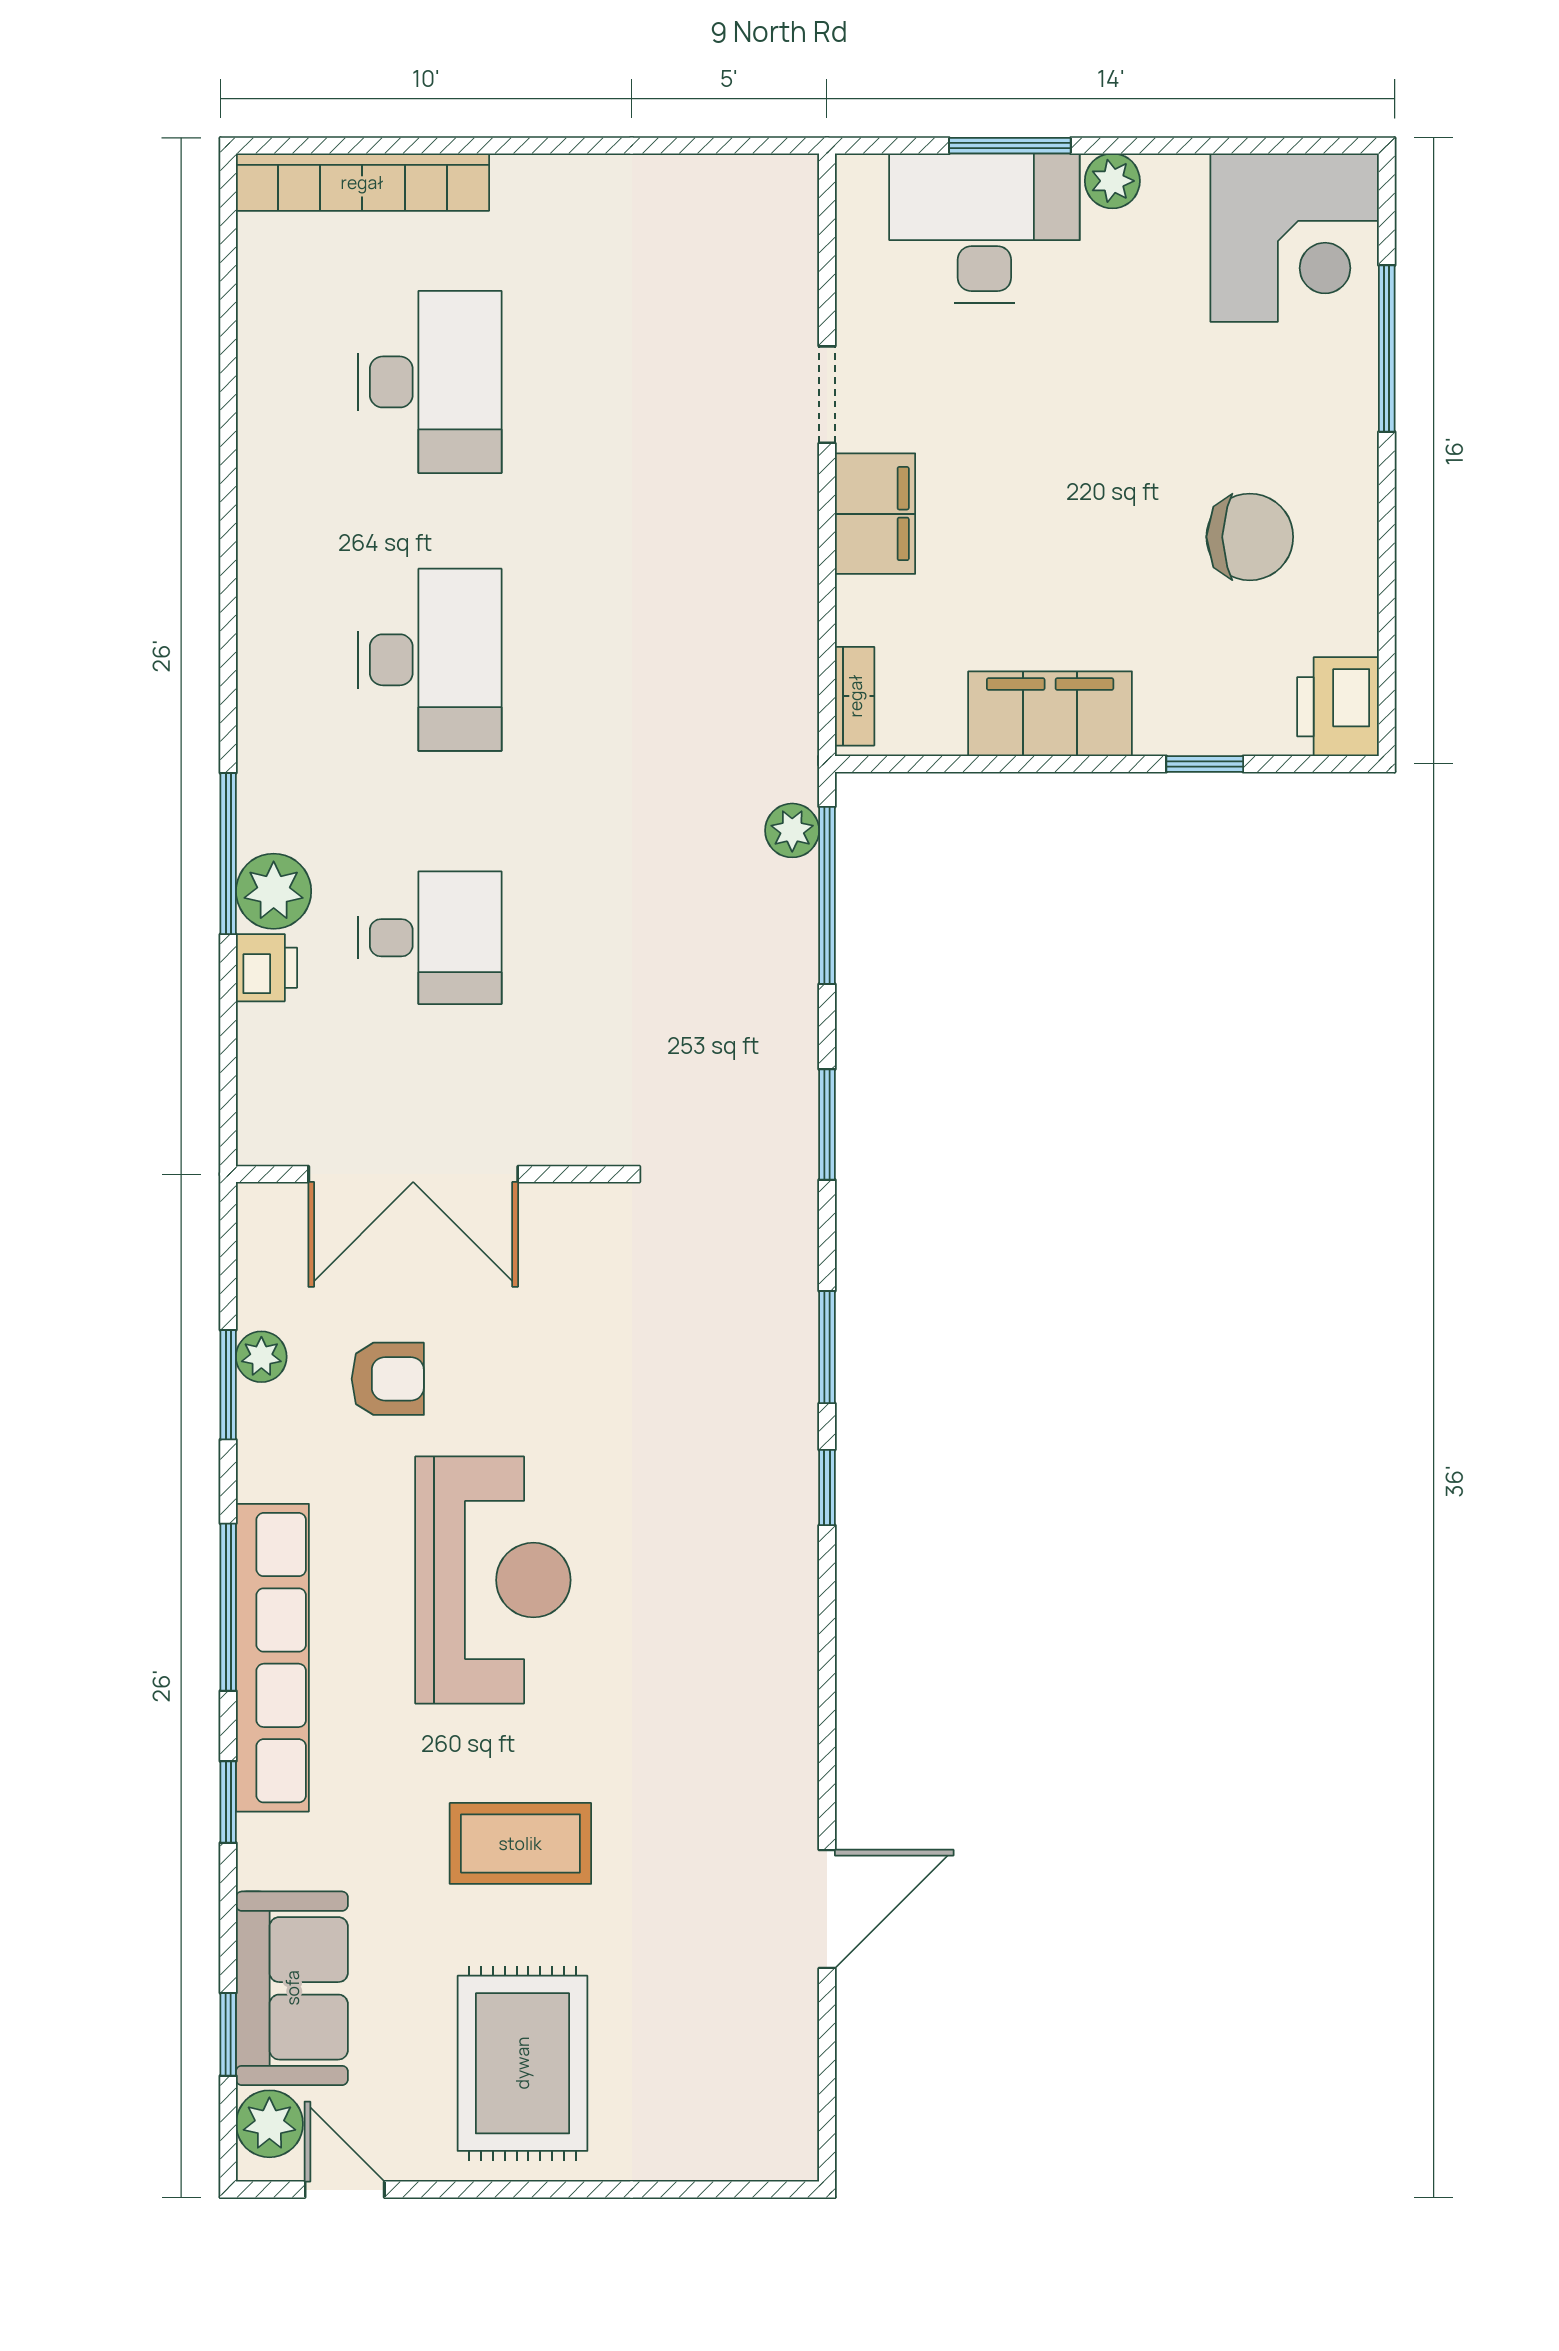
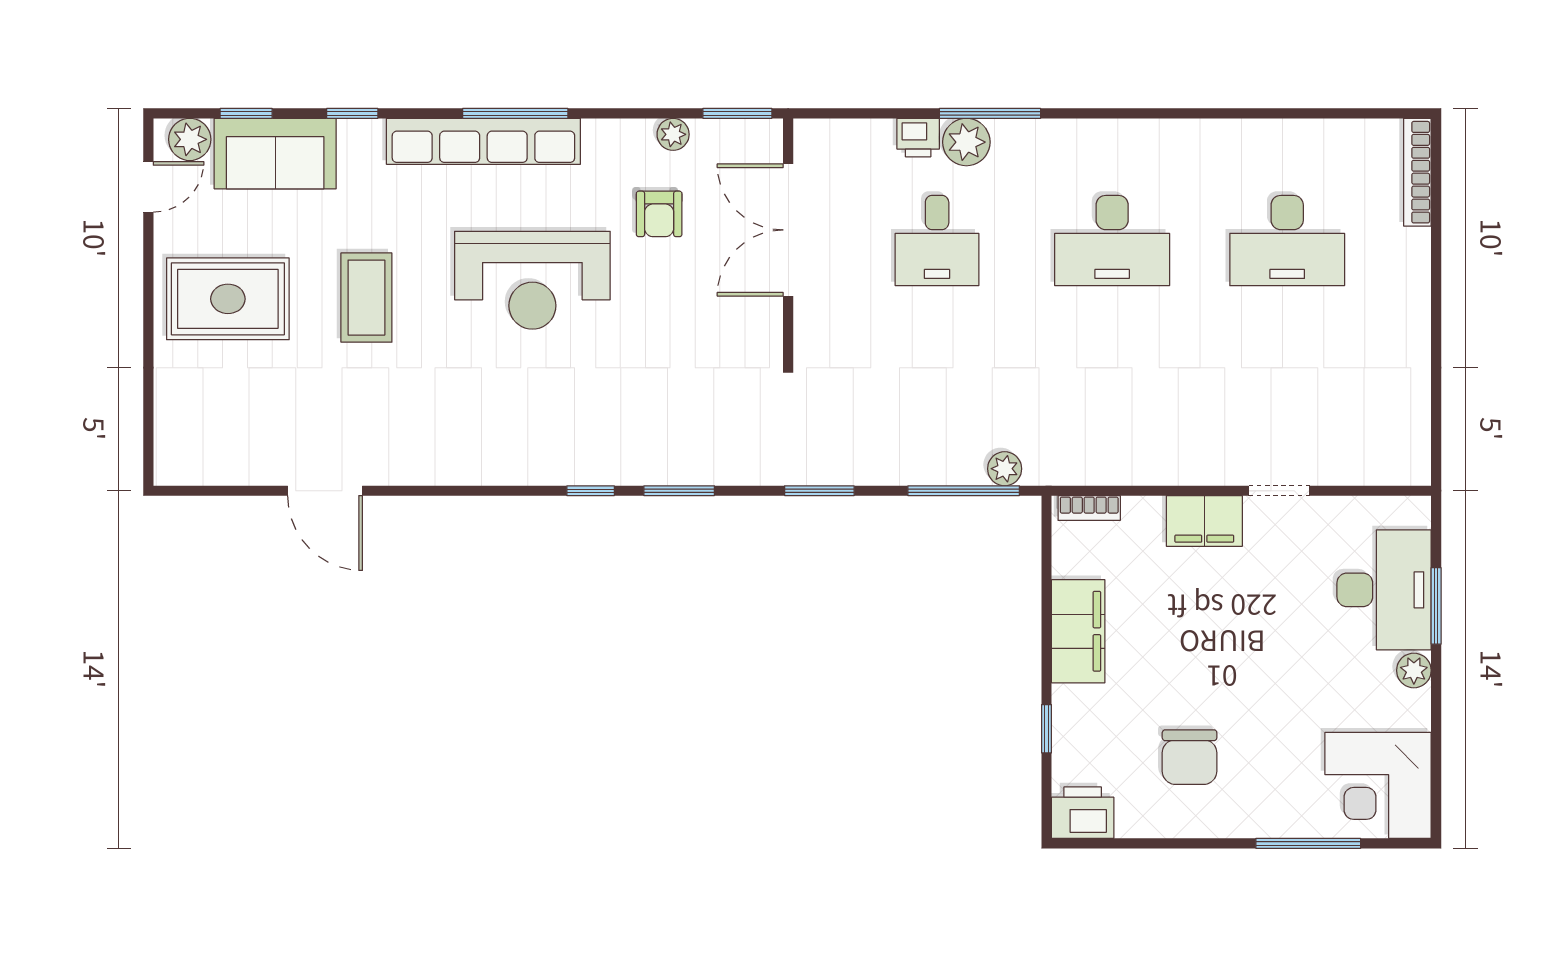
bookcase: (362, 182) -> (1417, 172), width x0.68, depth x0.76
window: (228, 1385) -> (737, 113), moved
window: (228, 1802) -> (352, 113), moved

